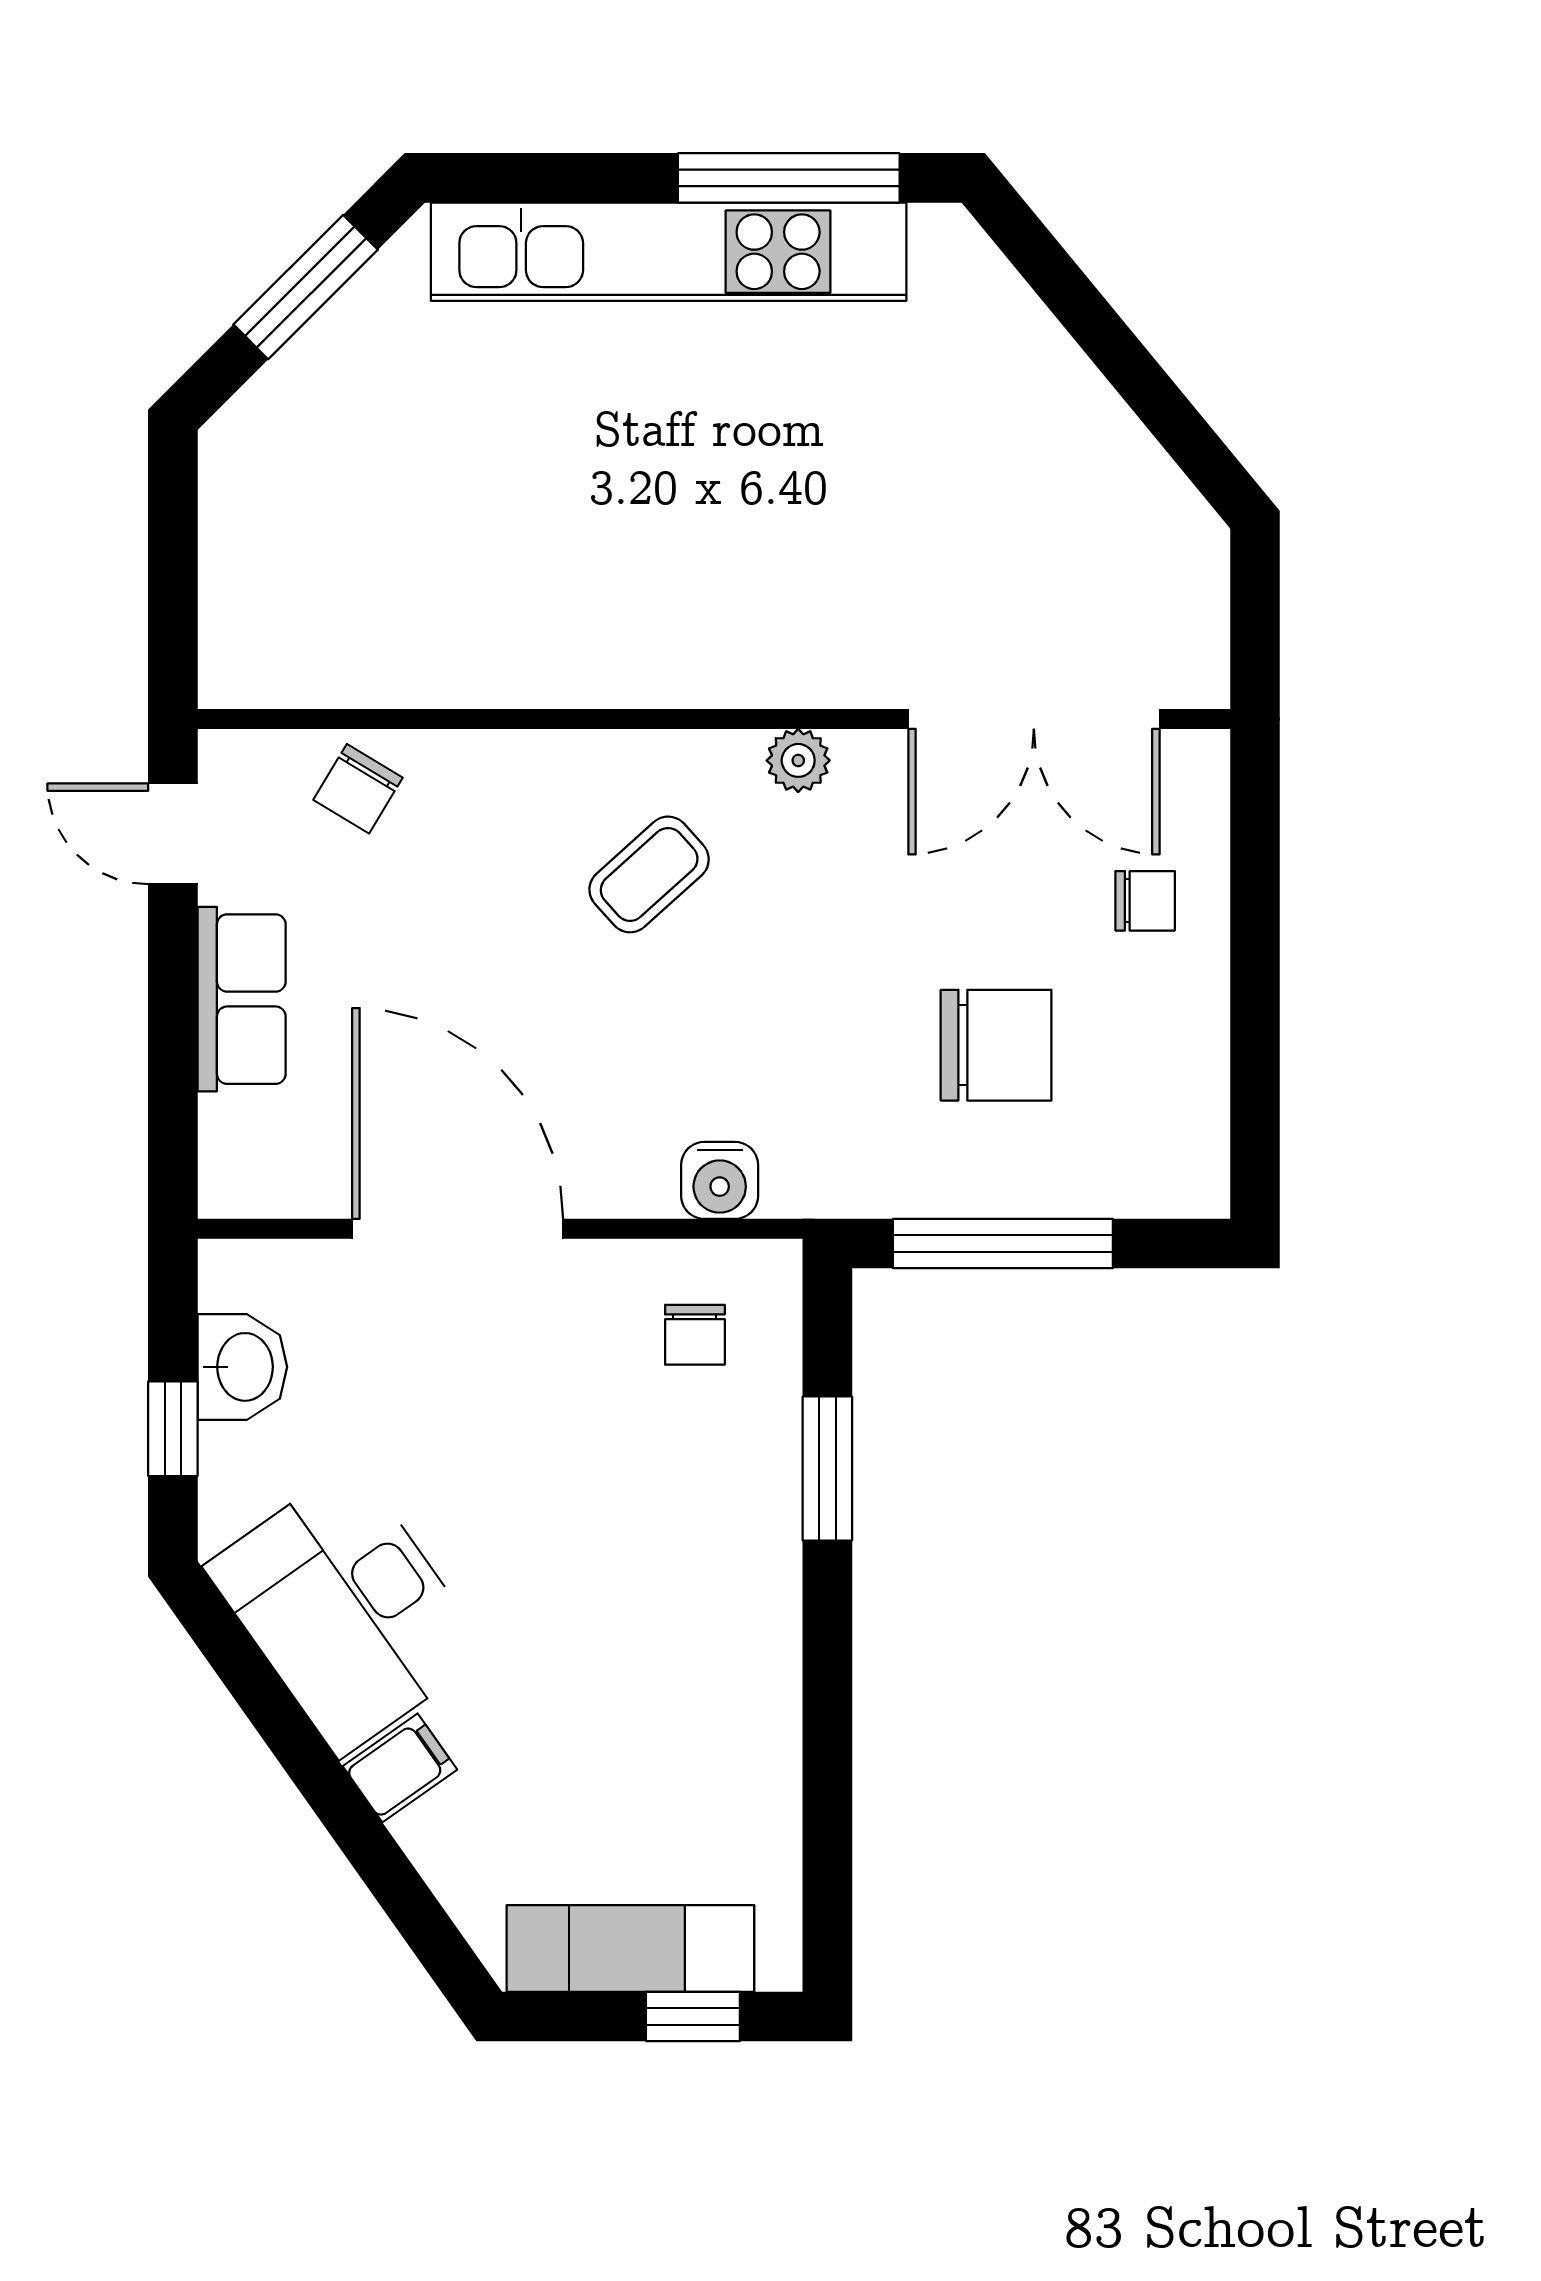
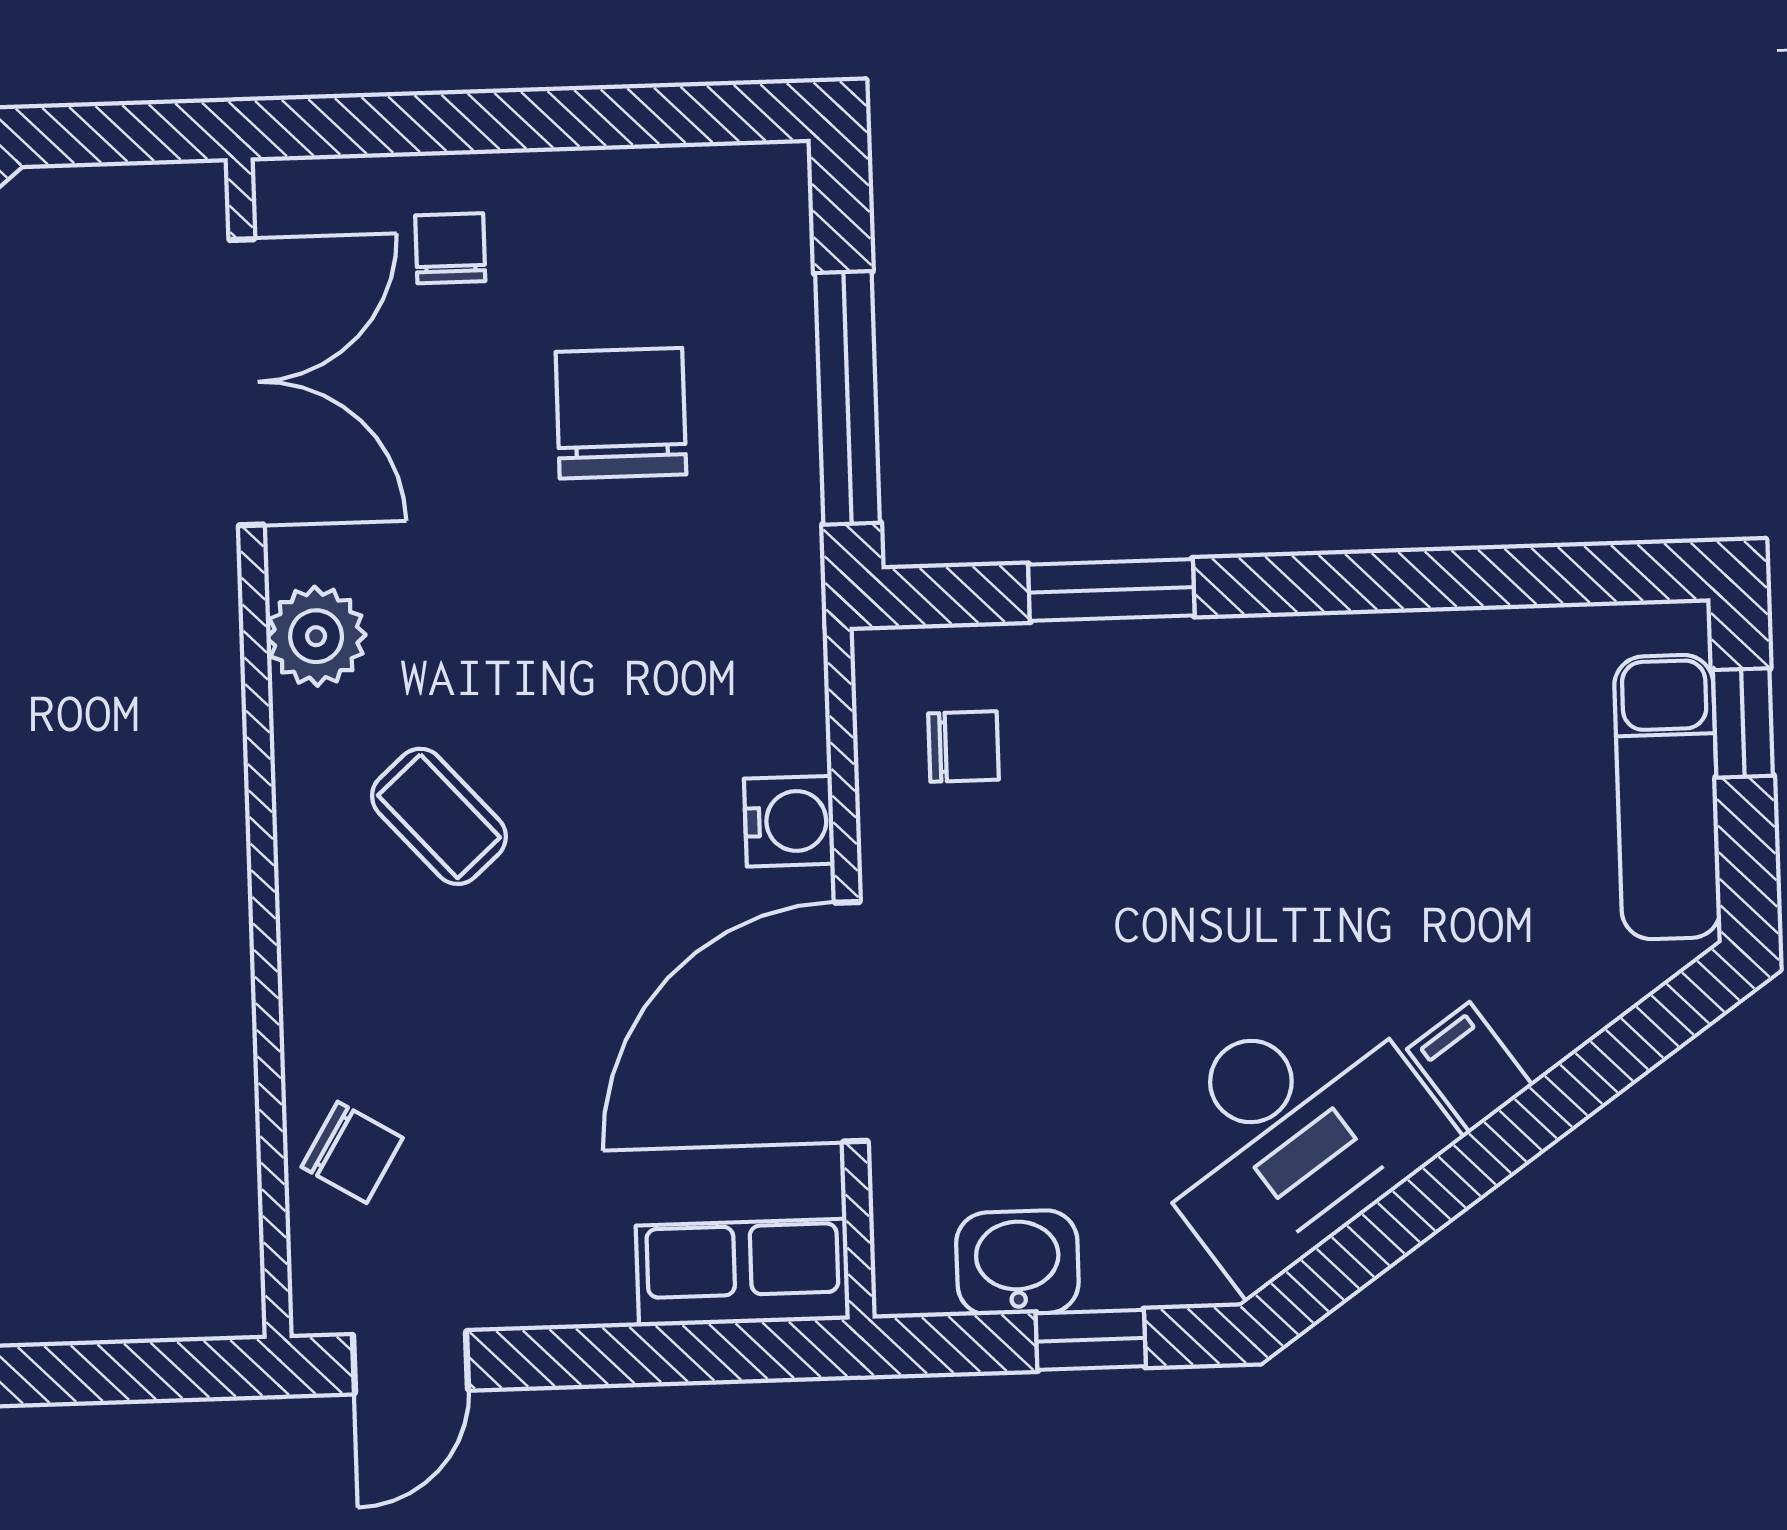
plant: (798, 760) -> (316, 636), width x1.38, depth x1.38
row of seats: (242, 999) -> (743, 1273), moved
water cooler: (720, 1180) -> (789, 821), moved

